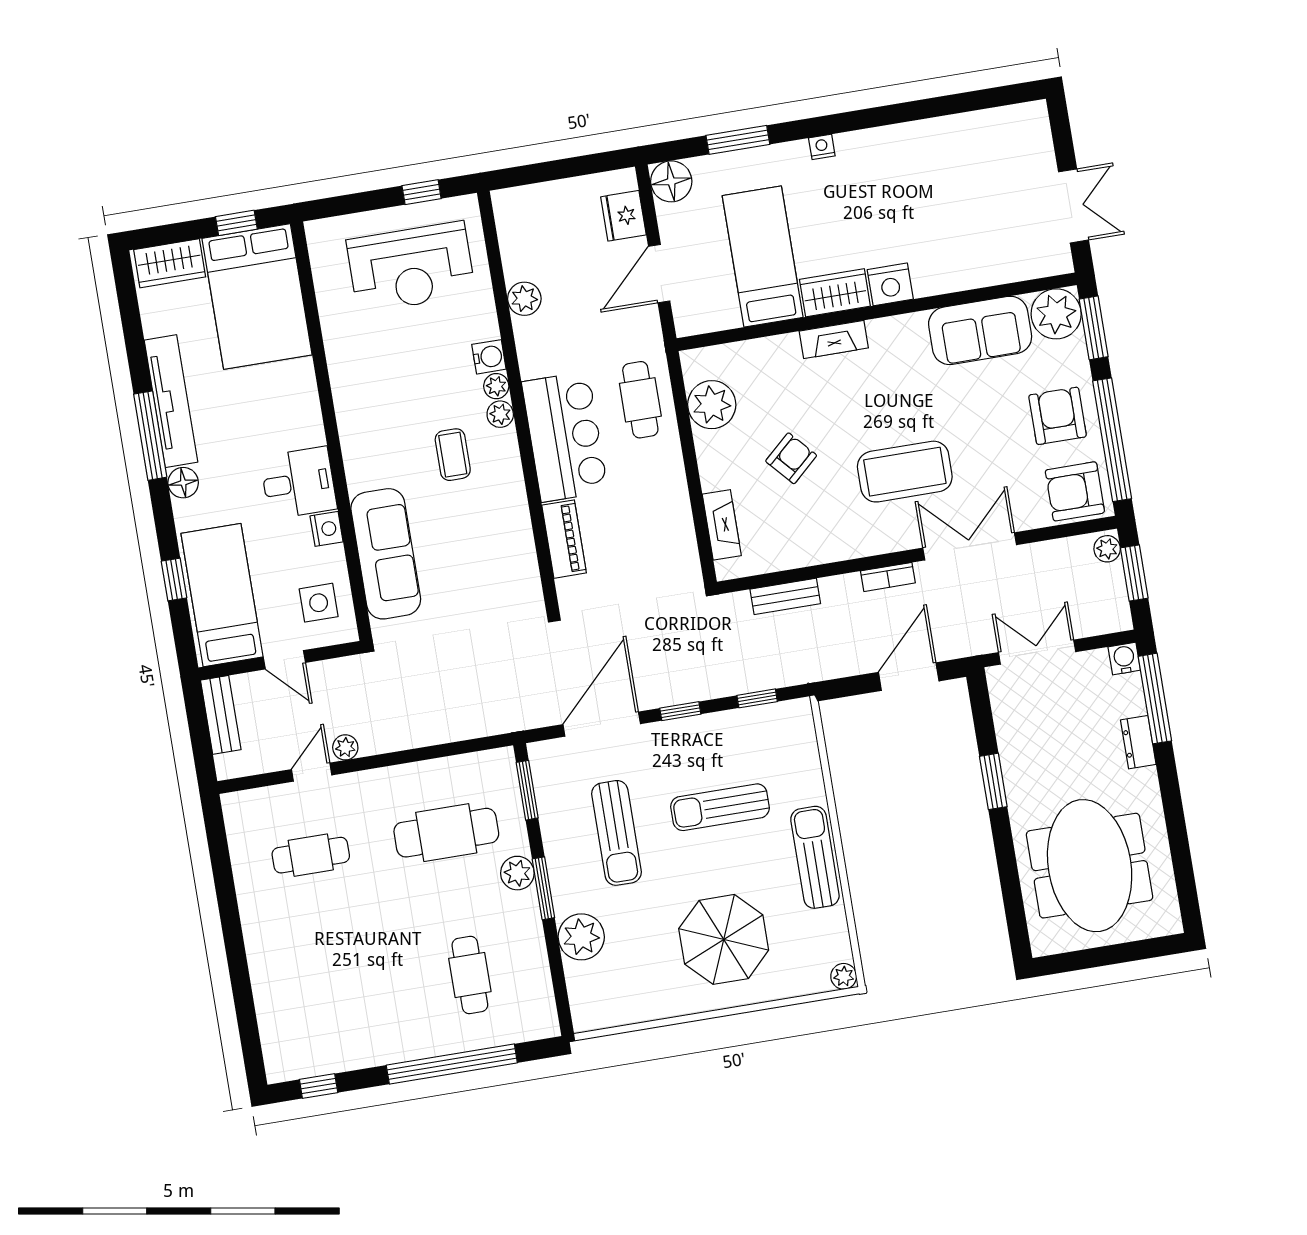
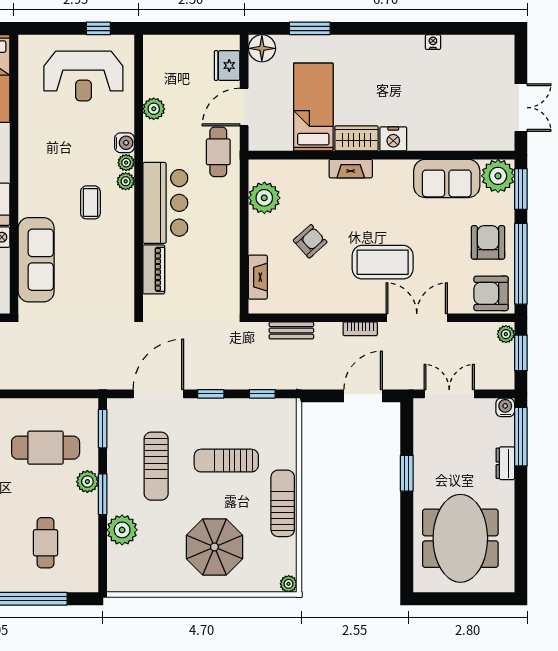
nightstand: (822, 147) -> (433, 42), moved
cafe table: (640, 400) -> (218, 152), moved

